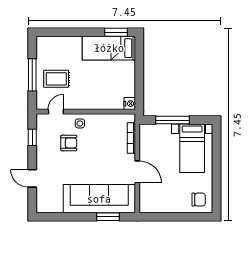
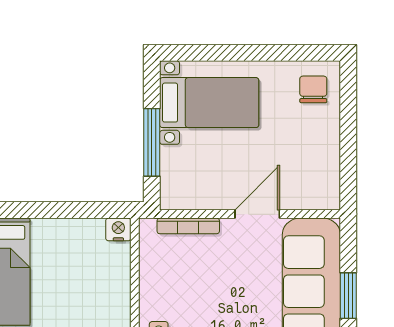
window: (108, 217) -> (348, 296), moved

